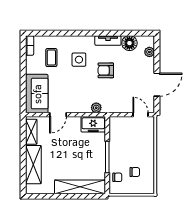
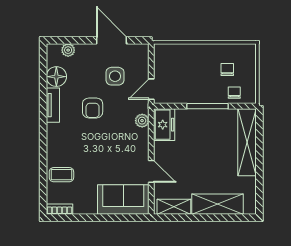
coffee table: (51, 58) -> (61, 175), moved
side table: (79, 60) -> (115, 76), moved
door: (140, 115) -> (151, 89), moved

